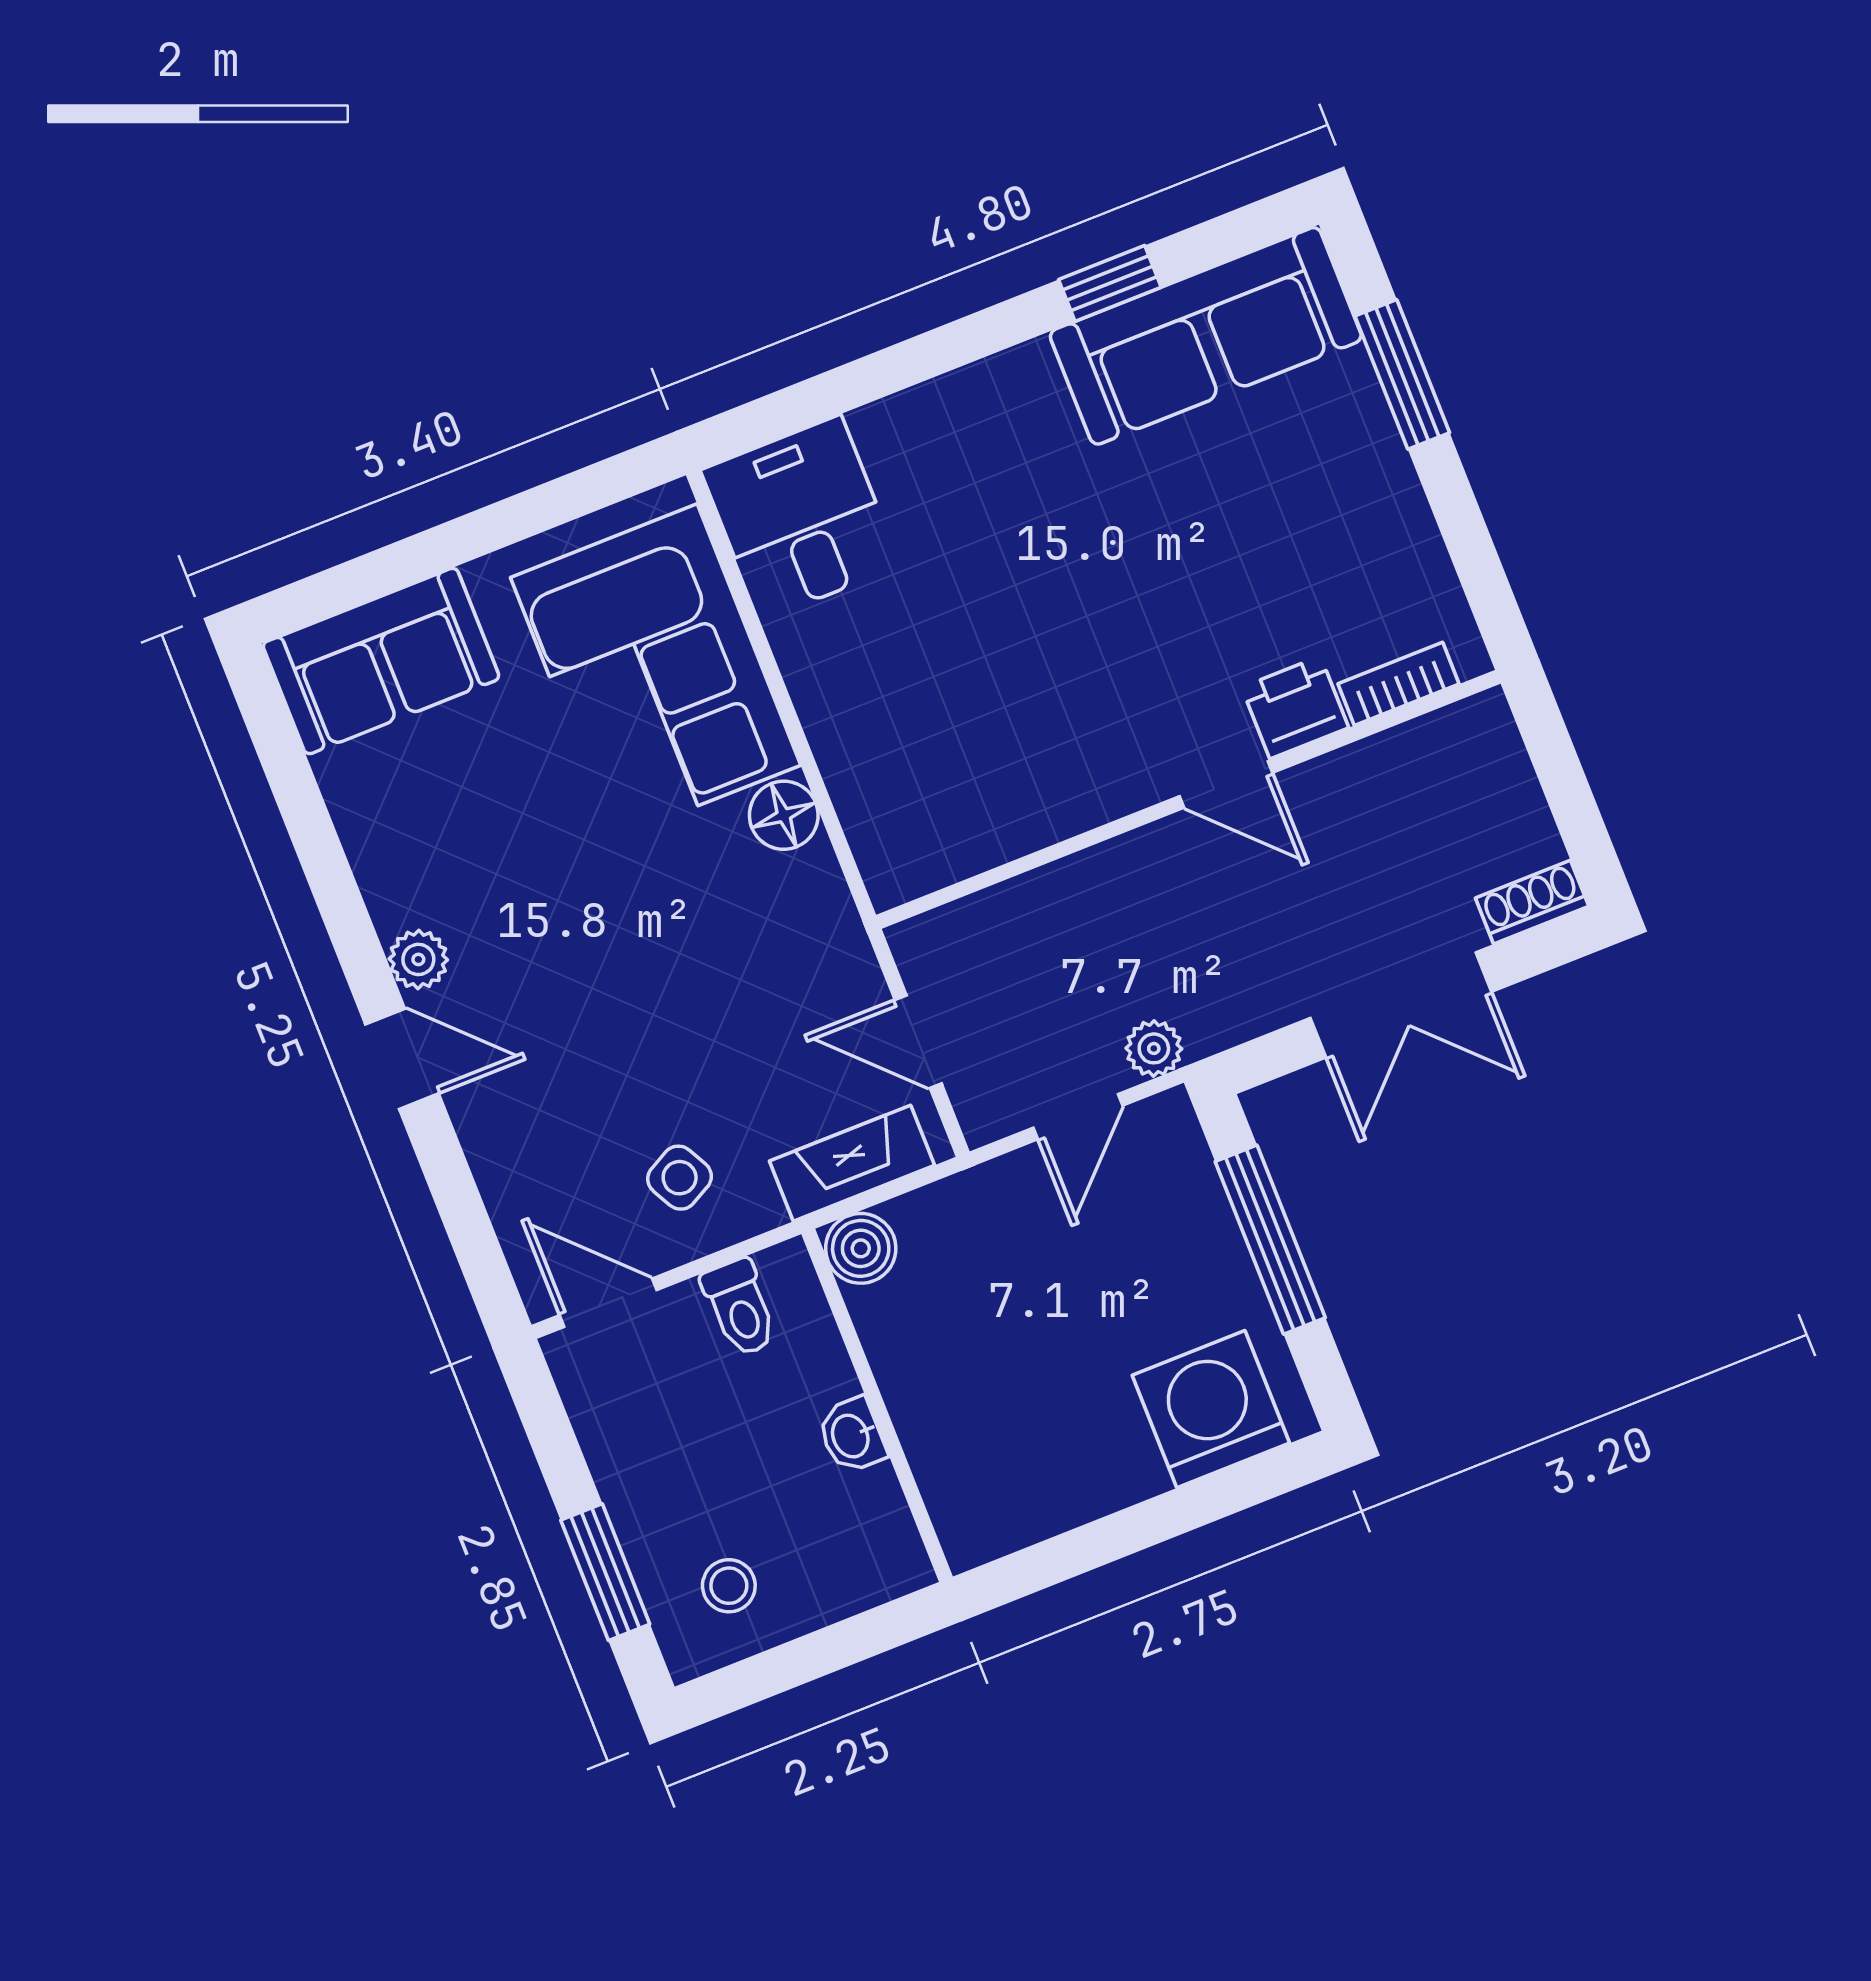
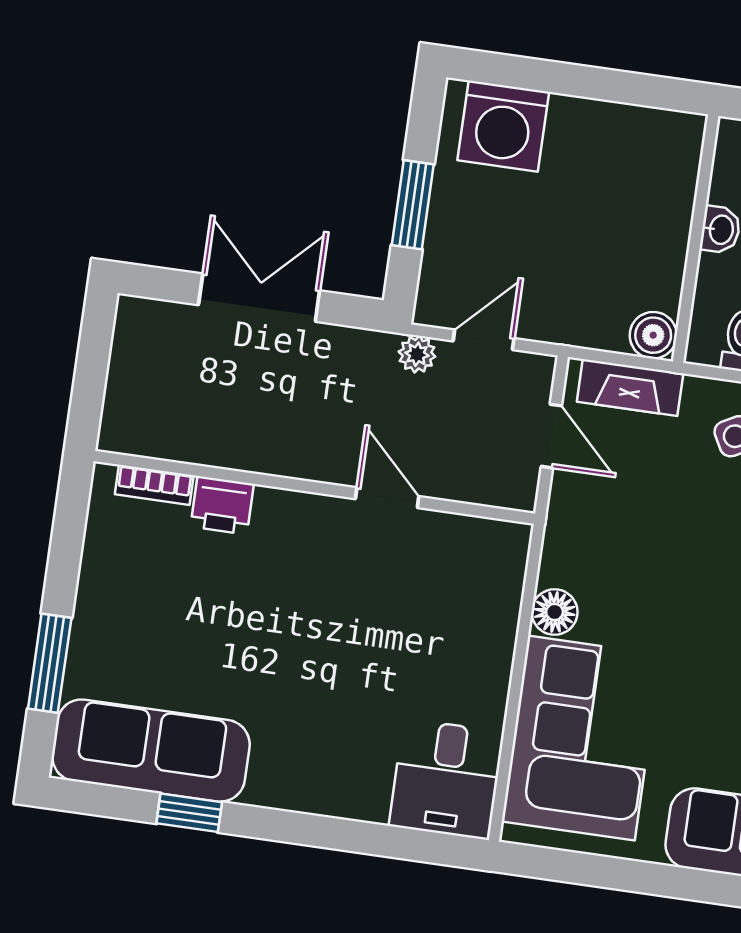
door: (1226, 784) -> (387, 498), moved
shoe rack: (1532, 902) -> (149, 314), removed
window: (1270, 1240) -> (413, 205), width x0.69

